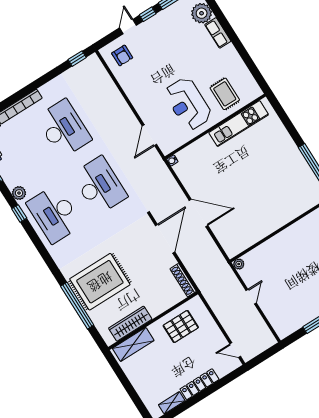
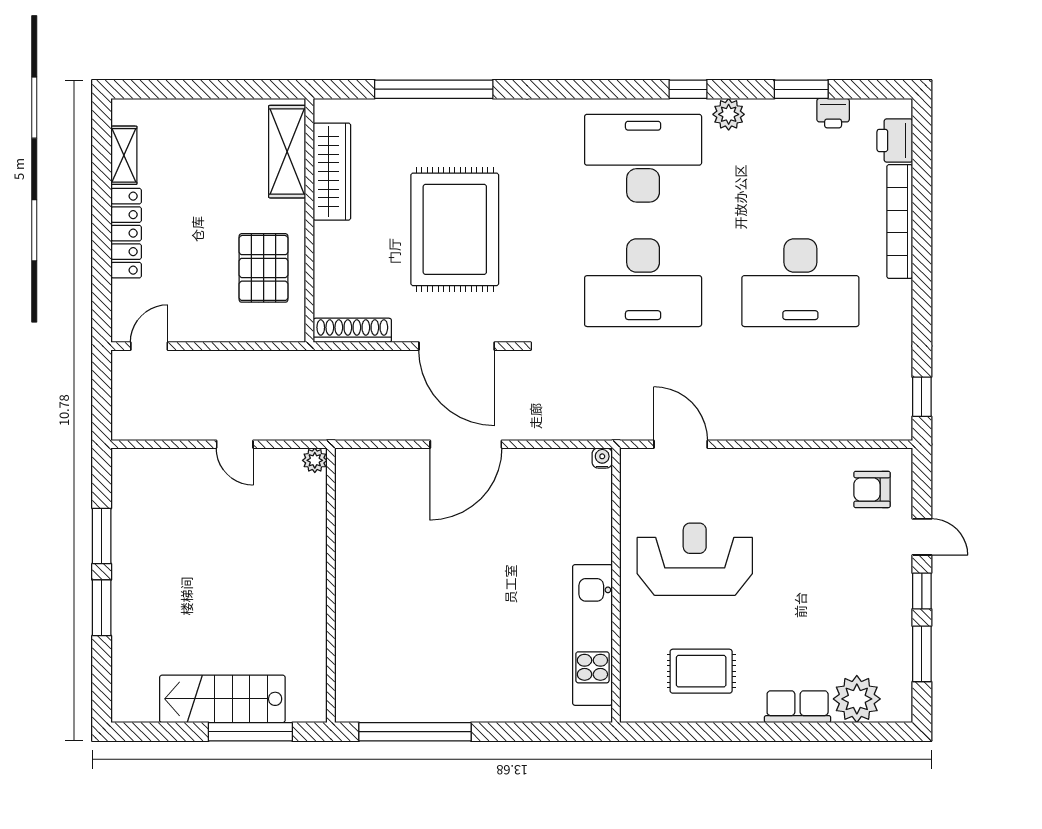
rug: (225, 94) -> (701, 671), moved
rug: (100, 282) -> (455, 229), moved

